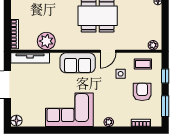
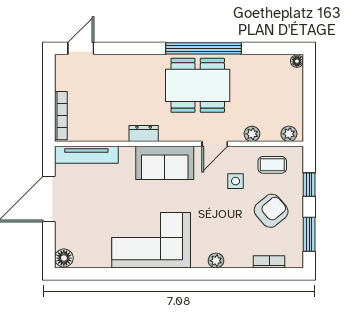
plant: (46, 41) -> (252, 134), moved, width x0.53, depth x0.53
dresser: (65, 45) -> (144, 134), added
armchair: (142, 92) -> (271, 211), turned 50

